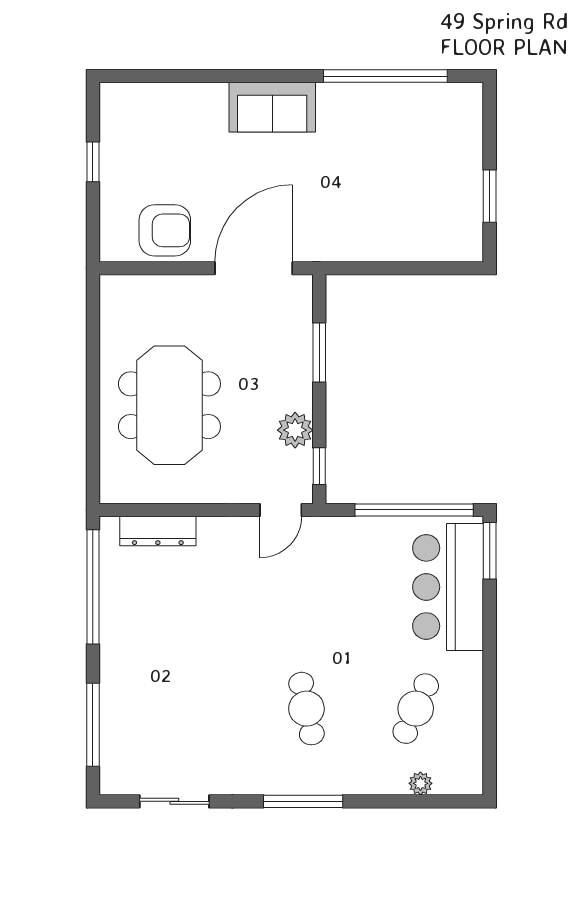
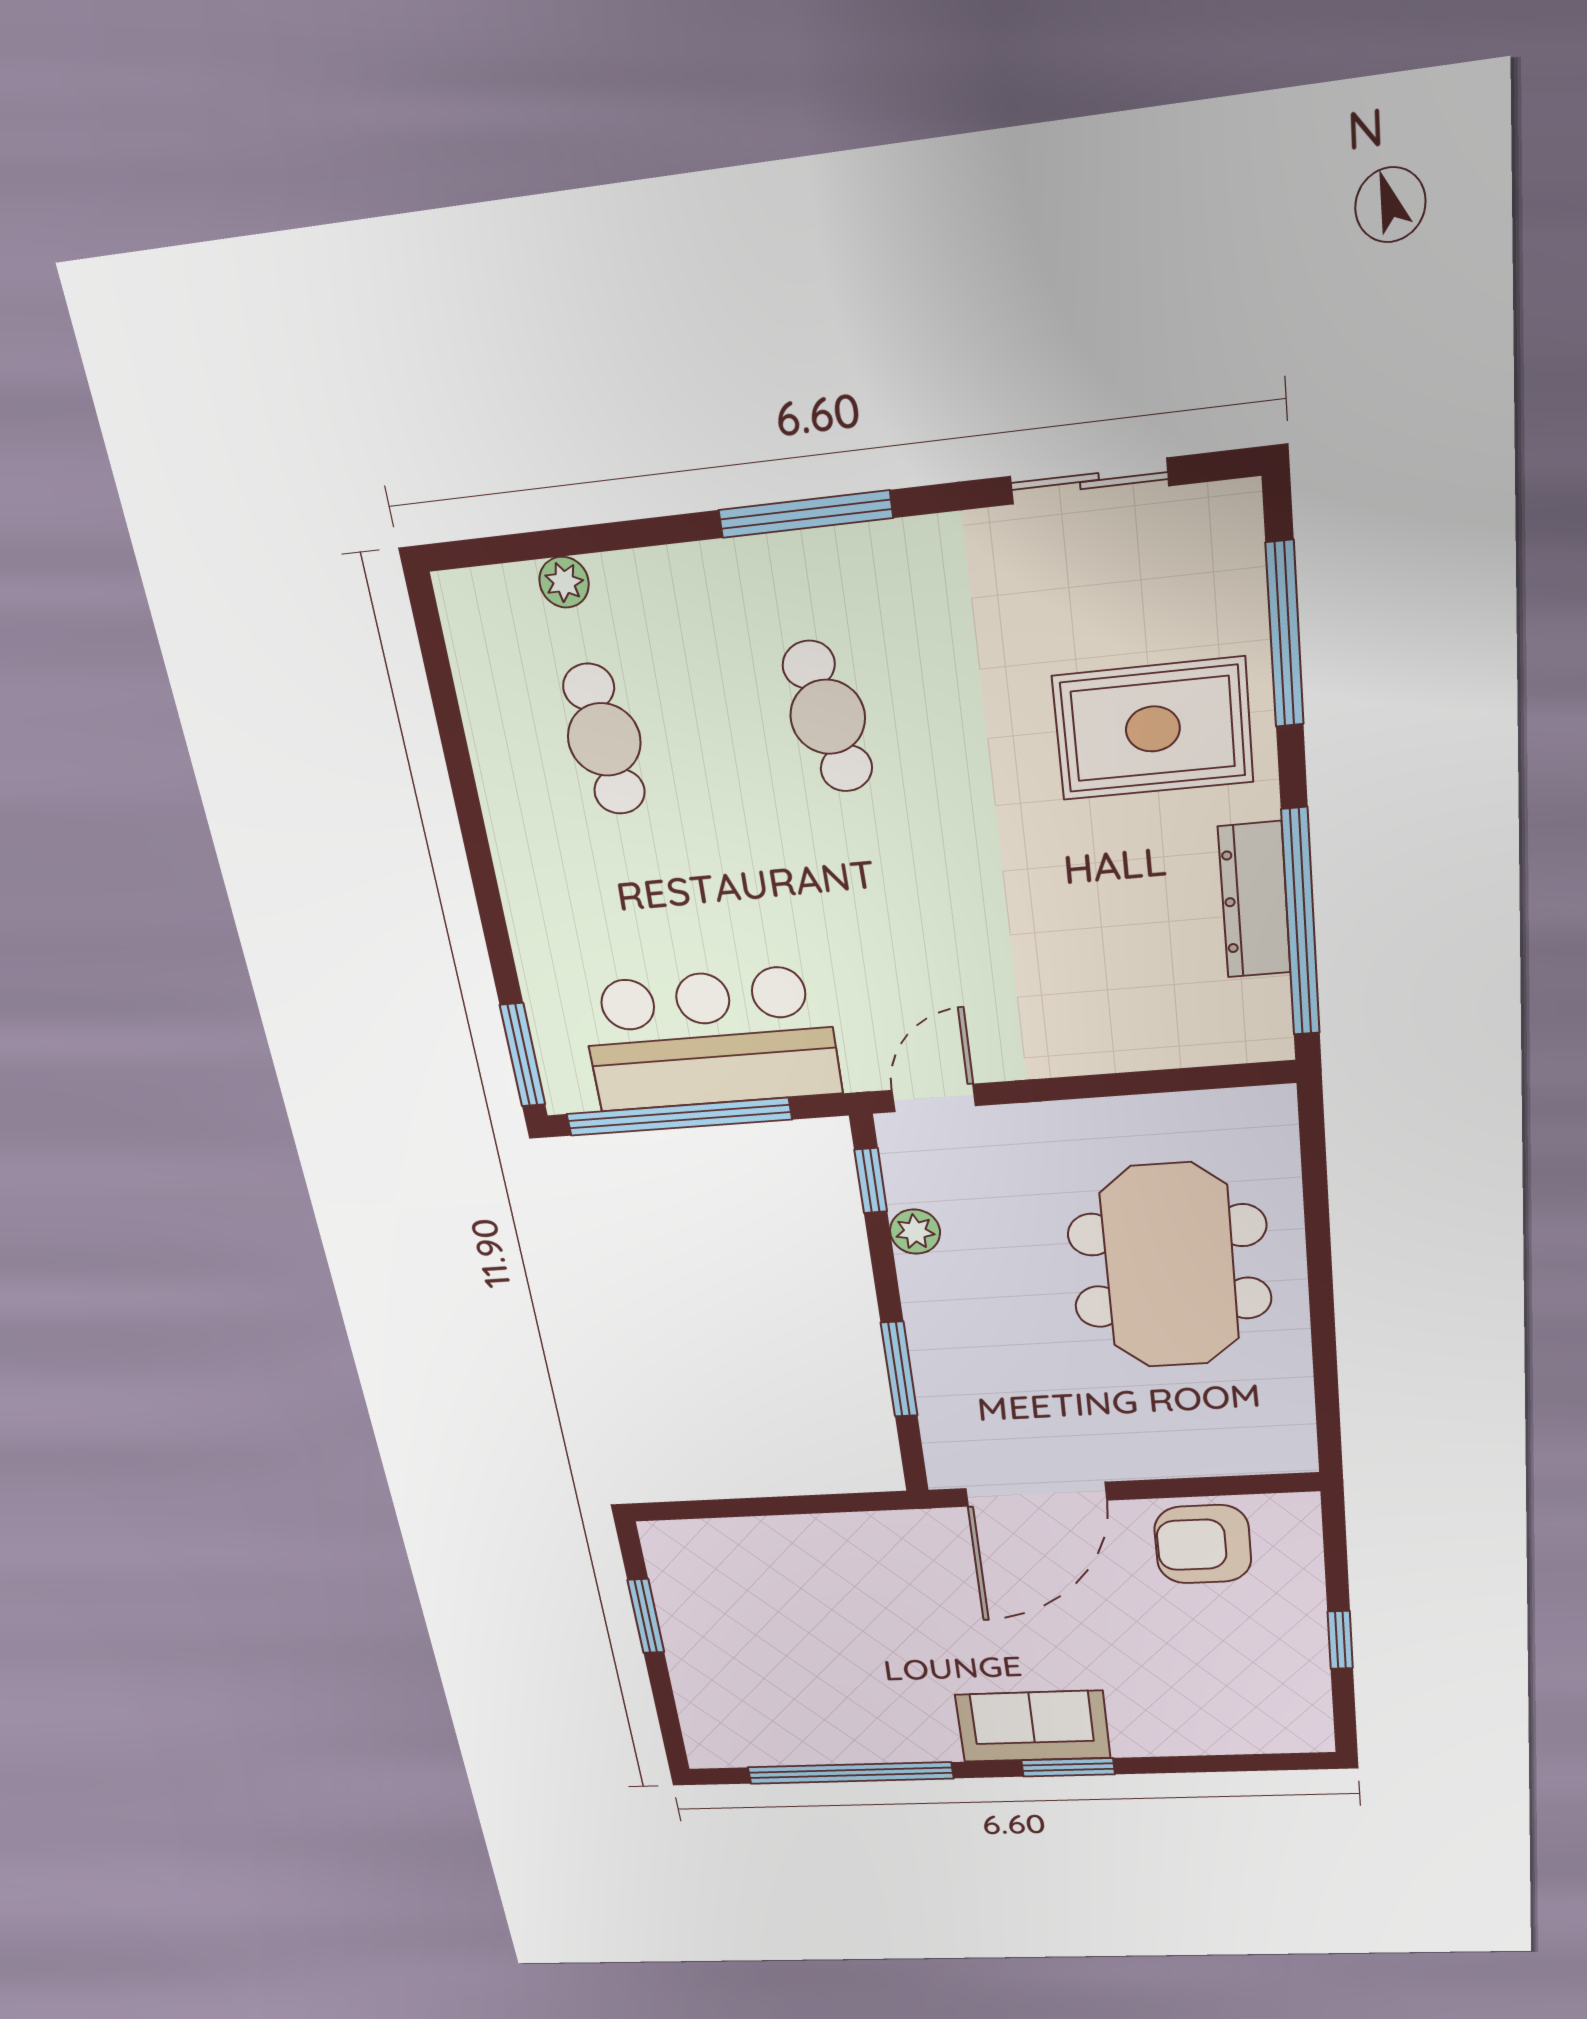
window: (255, 76) -> (1068, 1767), added
plant: (295, 430) -> (915, 1232), width x0.73, depth x0.73
dresser: (158, 531) -> (1254, 900), moved, turned -90
bar counter: (448, 587) -> (710, 1039), moved, turned -90
rug: (155, 688) -> (1153, 729), added
cafe table: (416, 709) -> (604, 740), turned -30

